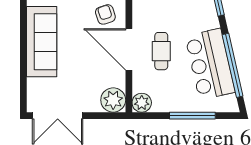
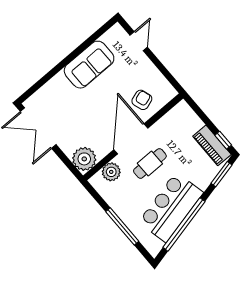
sofa: (42, 42) -> (89, 65), width x0.73
plant: (142, 103) -> (111, 172), moved

